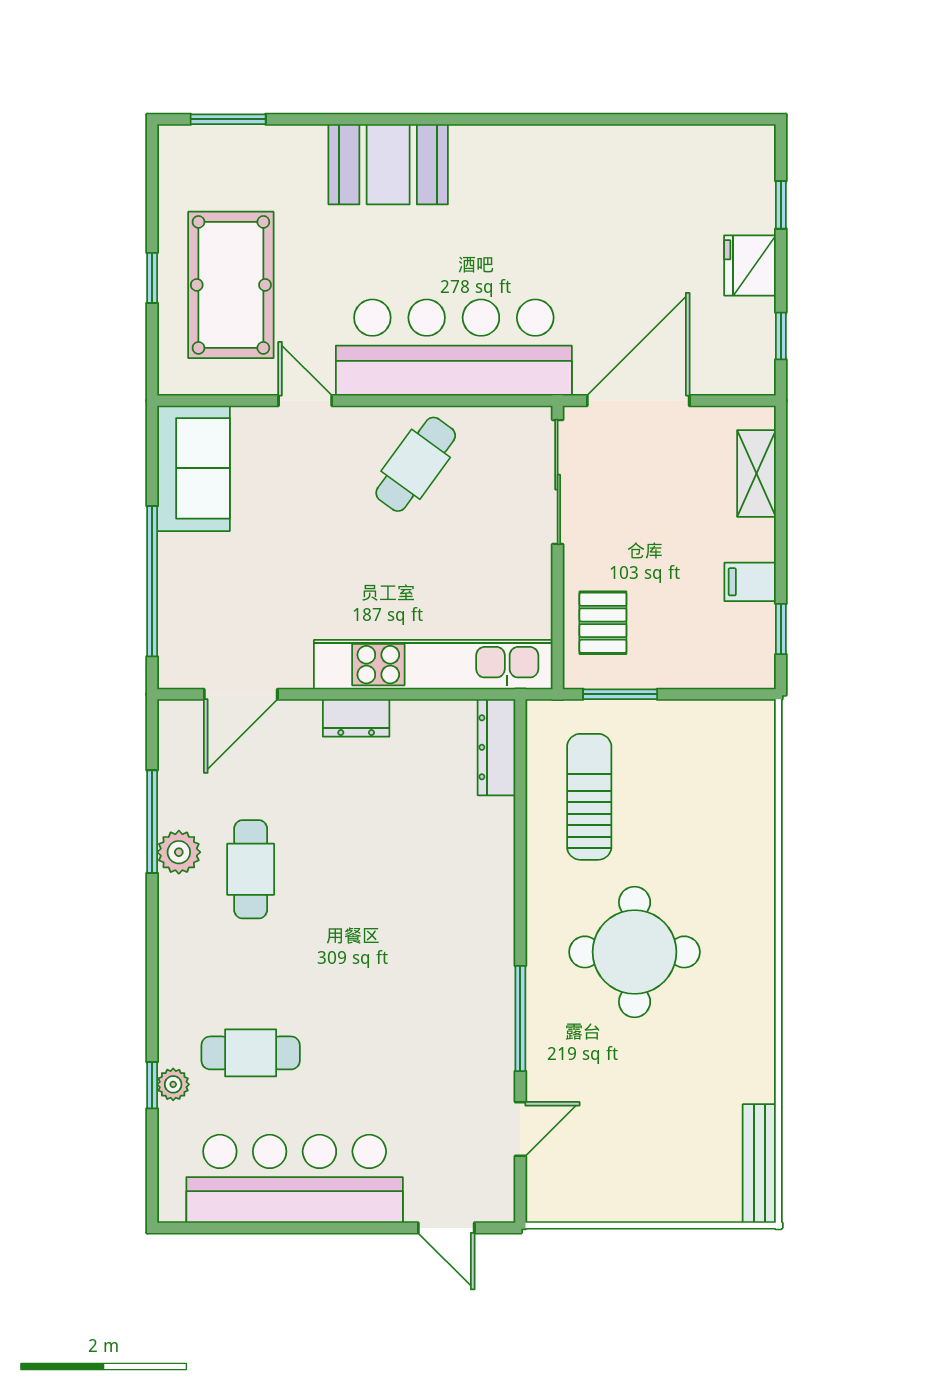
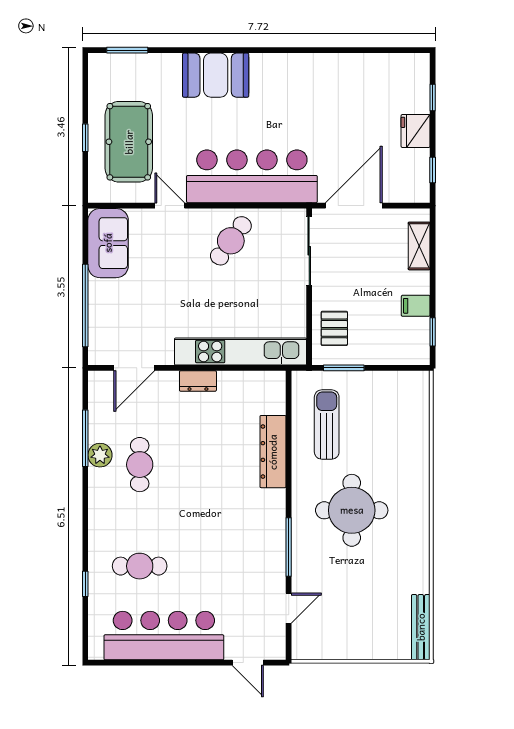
dresser: (497, 747) -> (273, 452), moved, width x1.37, depth x1.24
plant: (173, 1084) -> (97, 583), removed

